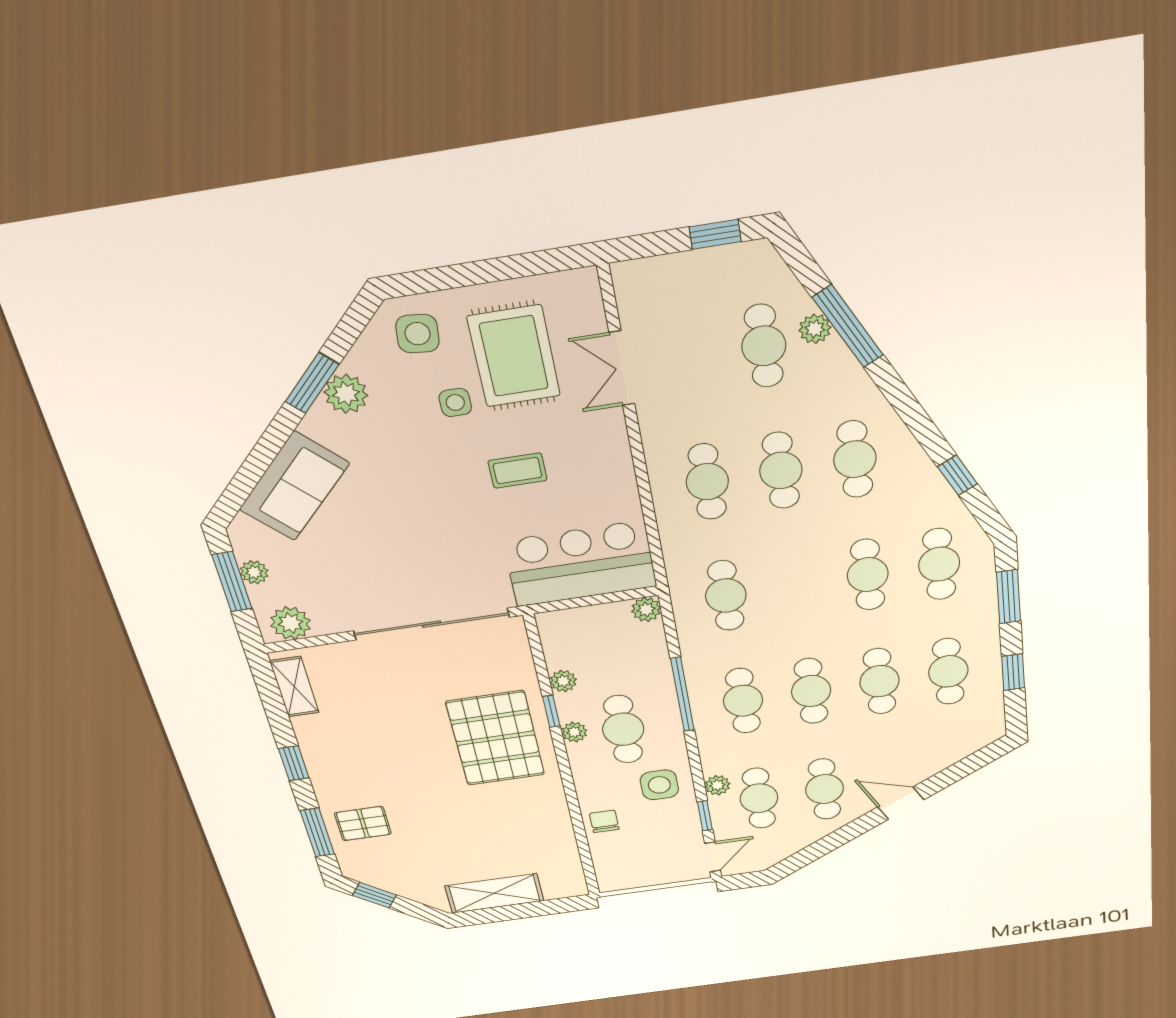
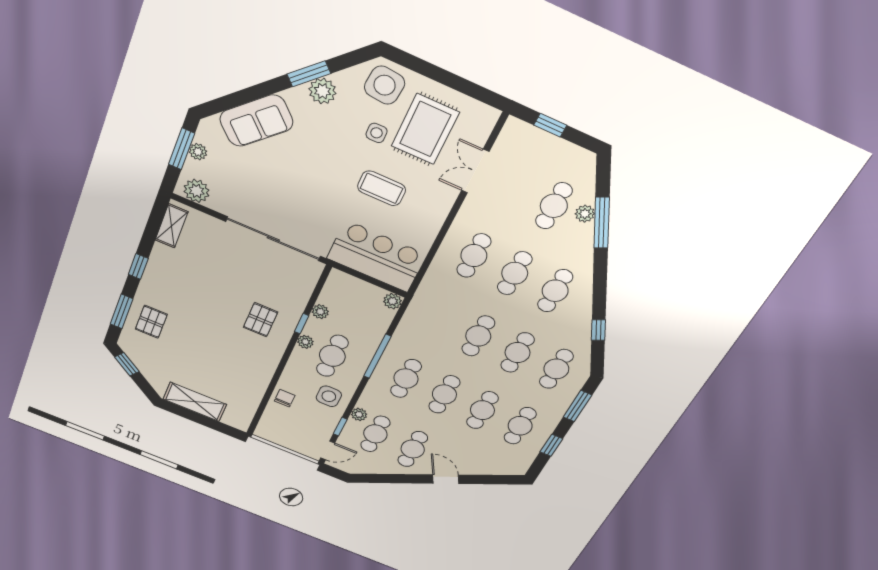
window: (715, 234) -> (550, 125), moved
side table: (417, 334) -> (385, 85), width x1.37, depth x1.37
coffee table: (518, 471) -> (382, 188), width x1.36, depth x1.30
cafe table: (726, 596) -> (478, 336), moved
pallet: (495, 738) -> (261, 320), width x0.49, depth x0.50
pallet: (363, 823) -> (151, 322), turned 90

